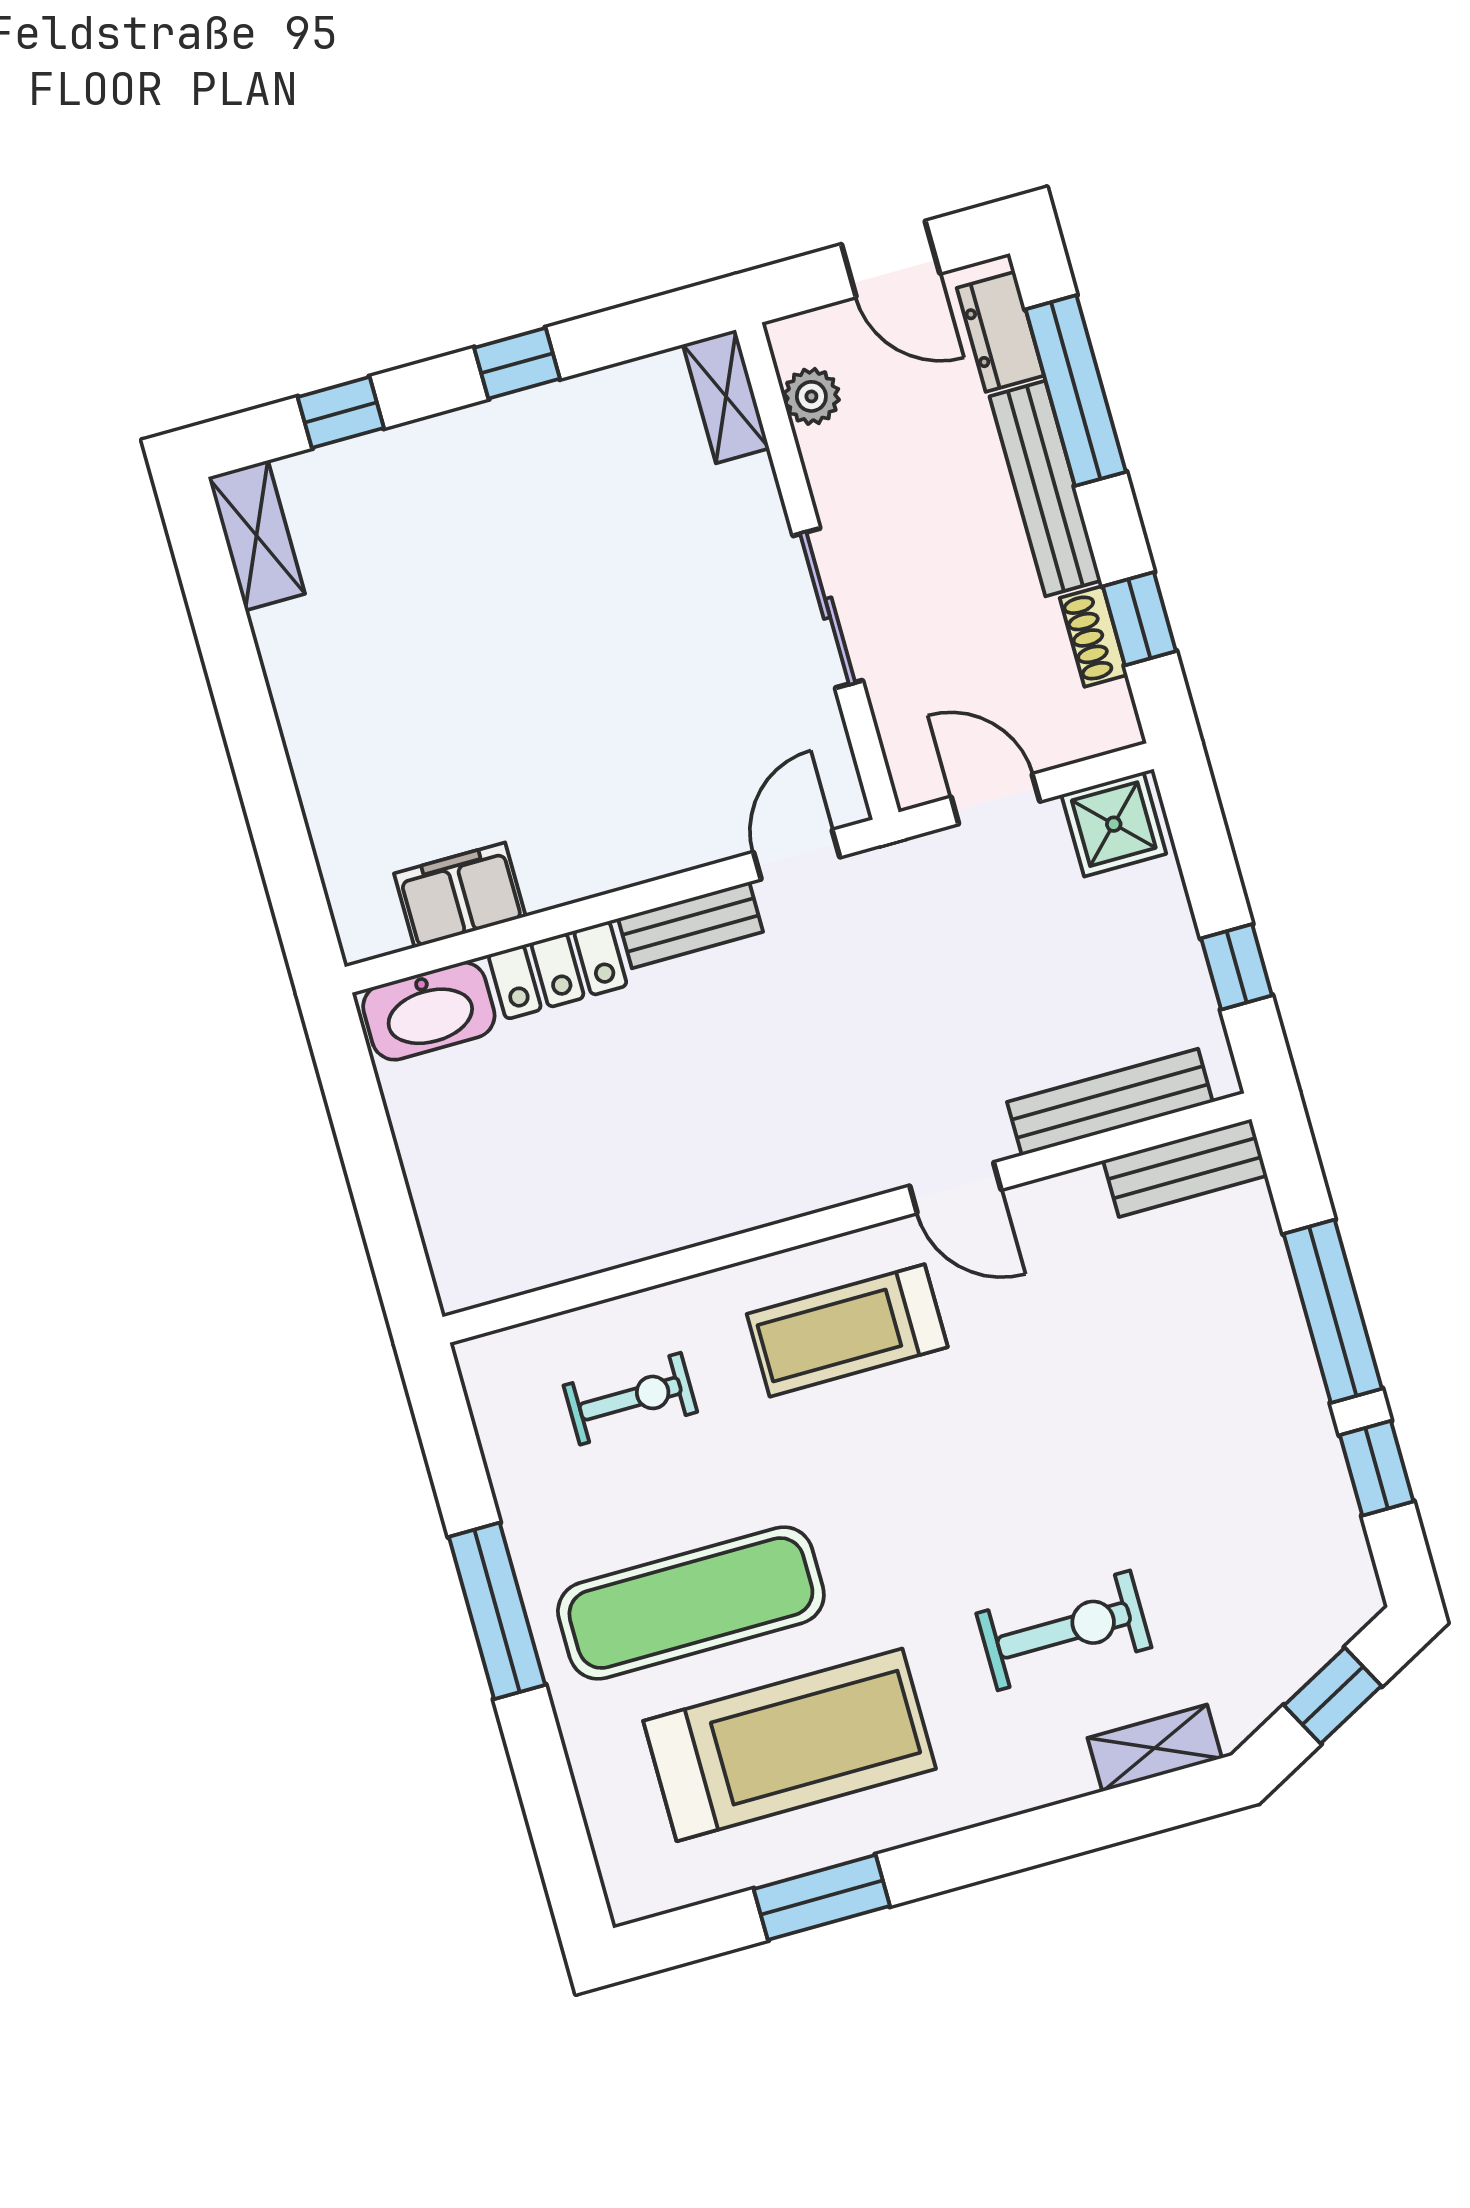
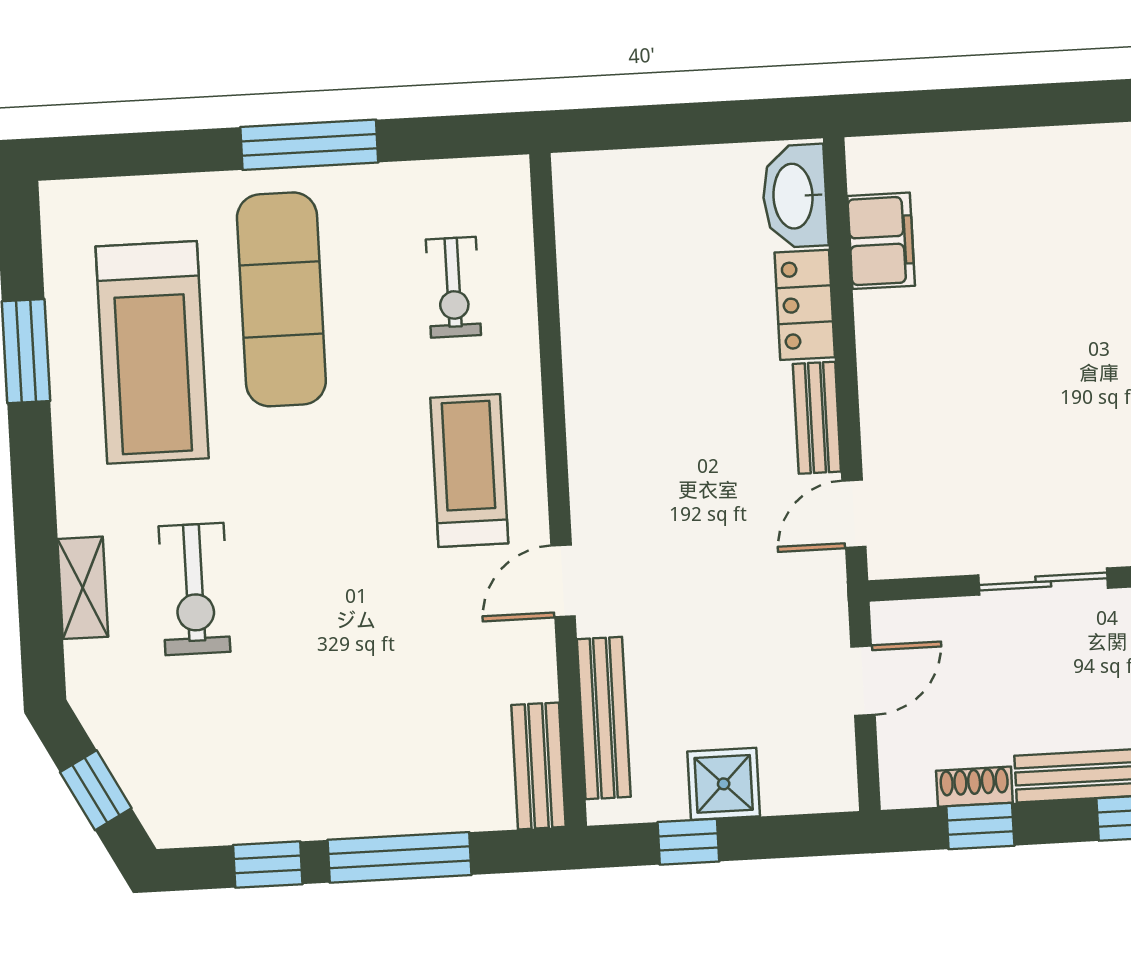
shower: (1114, 824) -> (724, 784), moved
door: (797, 855) -> (854, 514), swing flipped
shelving: (1155, 1748) -> (83, 588), moved

